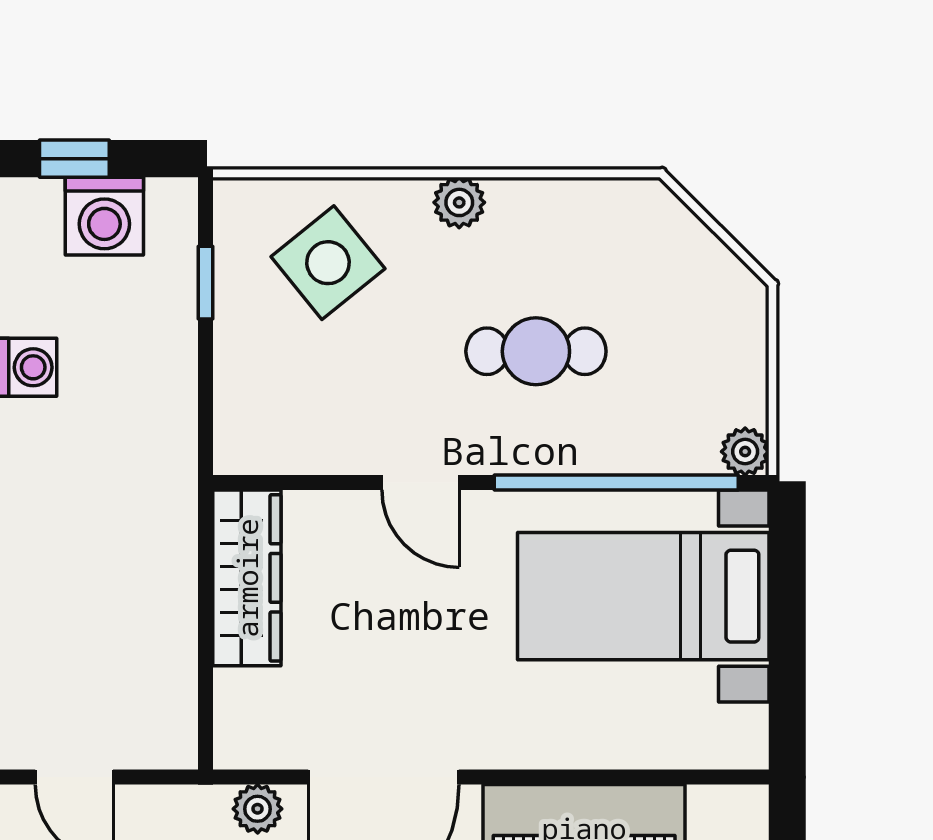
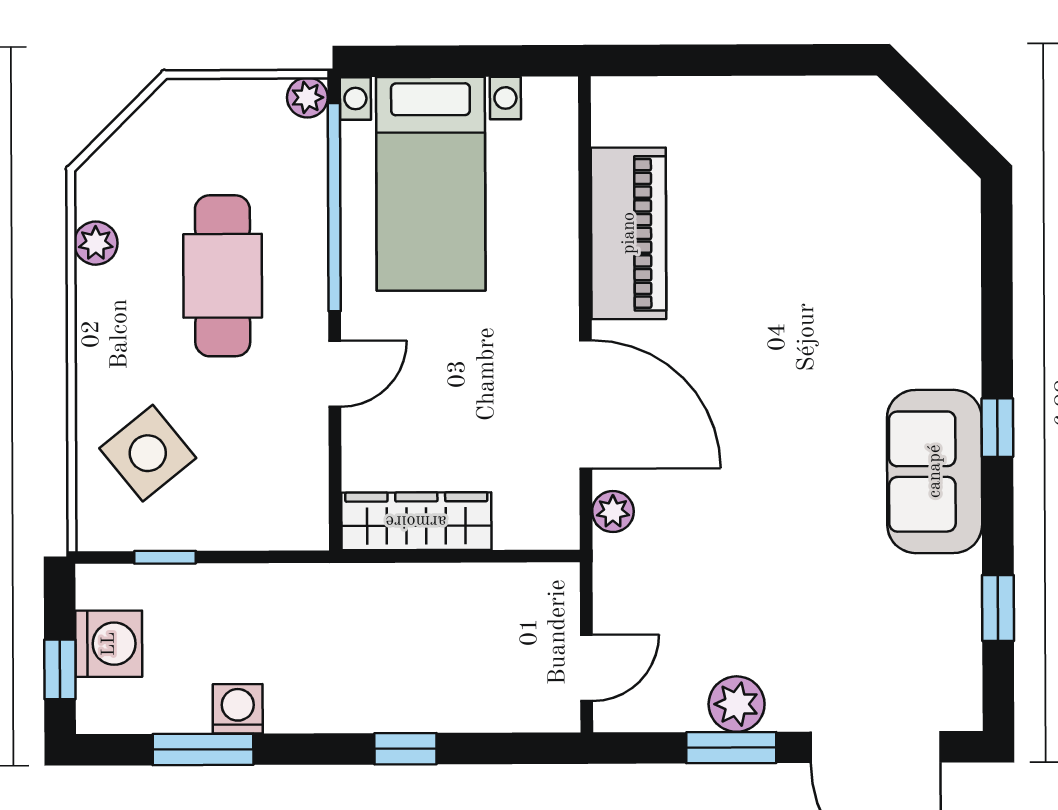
plant: (459, 202) -> (96, 243), moved
cafe table: (536, 351) -> (223, 276), width x1.37, depth x1.35

